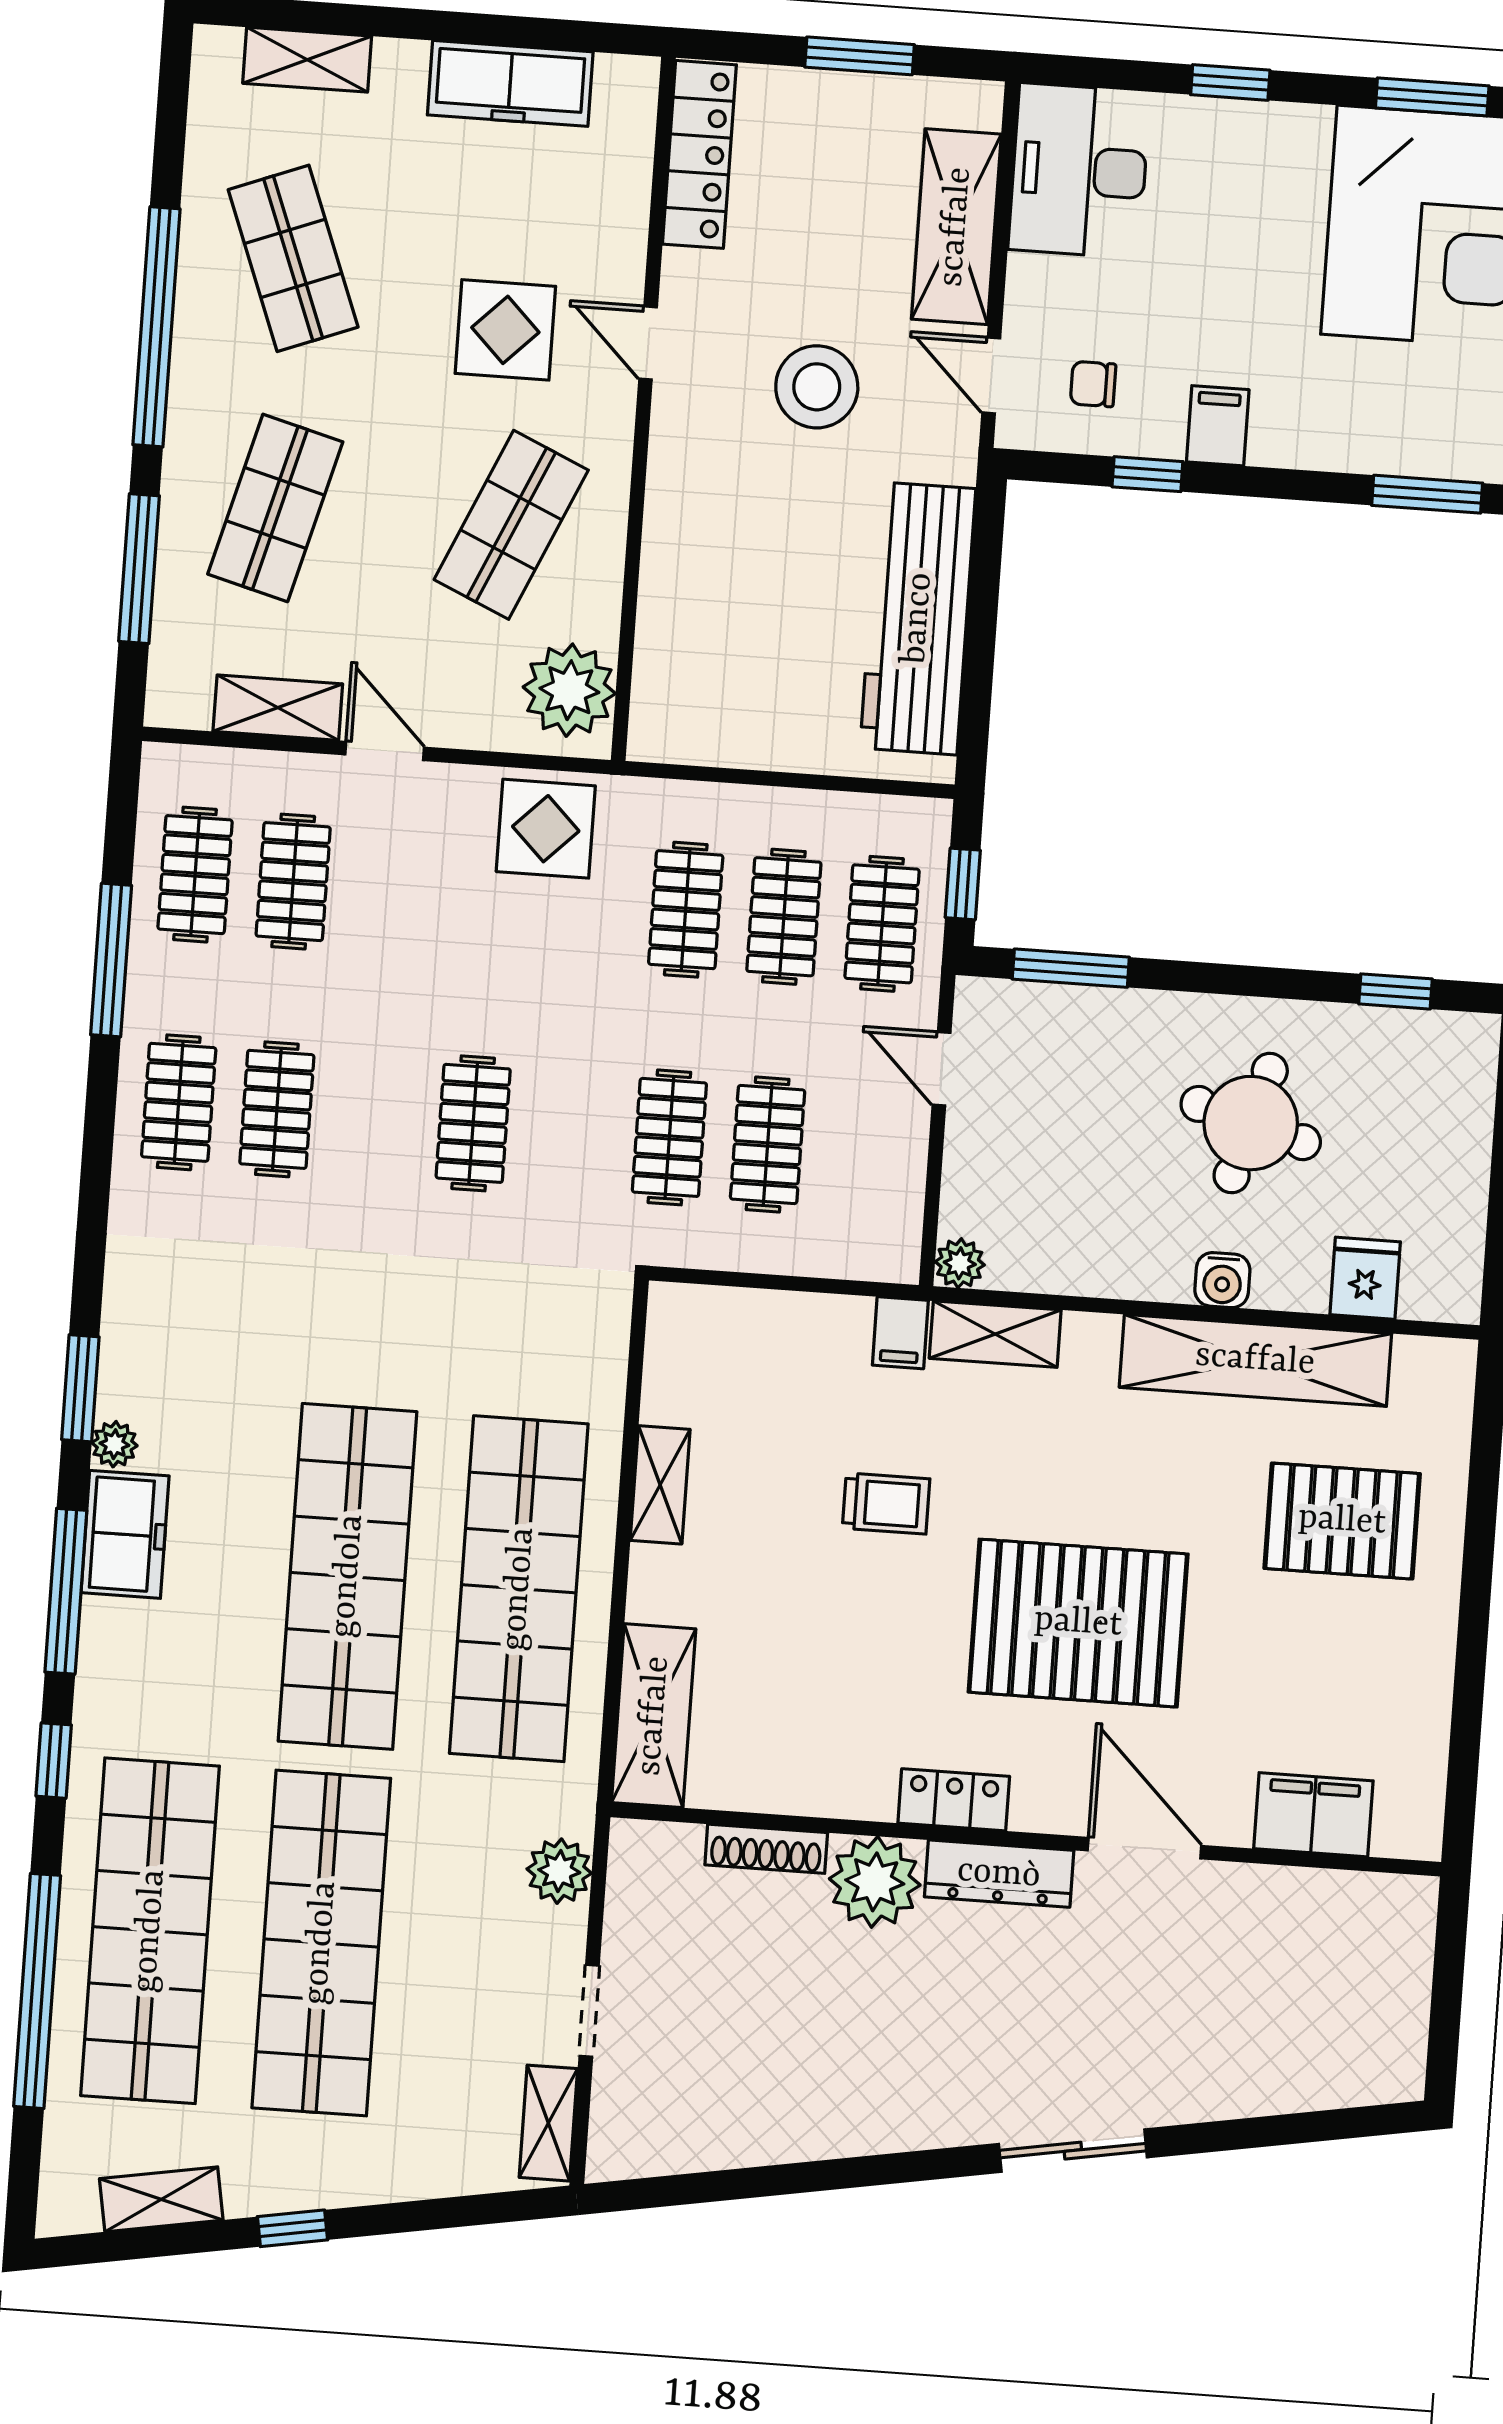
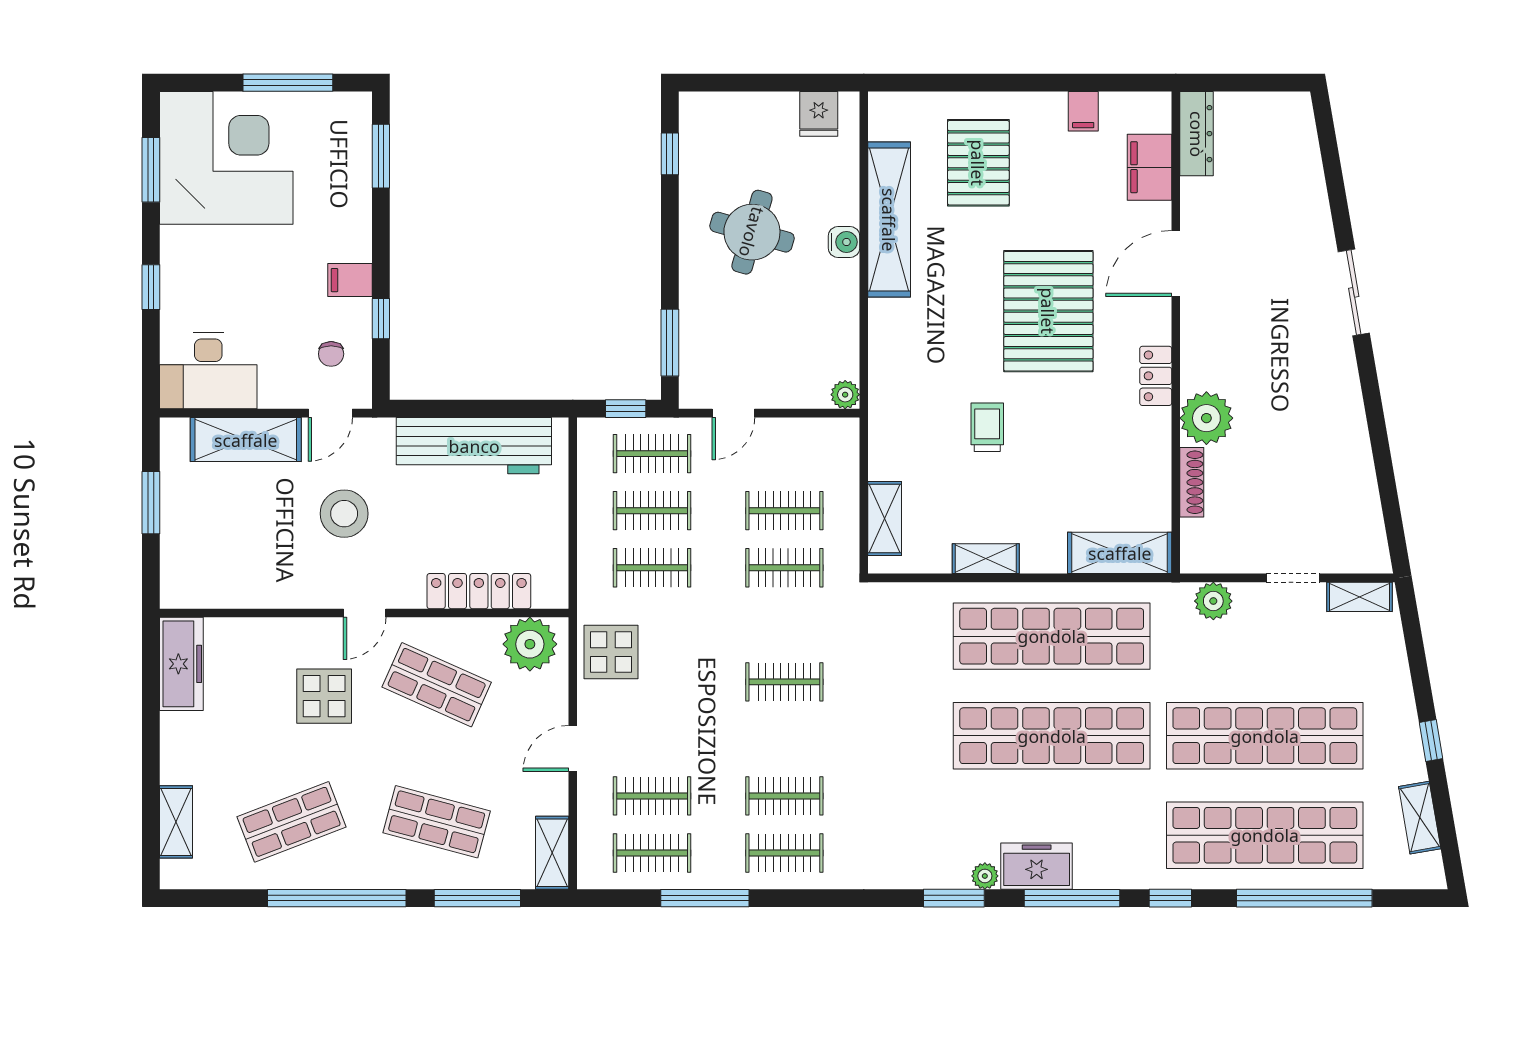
freezer: (510, 83) -> (181, 664), moved
locker: (699, 154) -> (479, 591), moved
door: (648, 343) -> (365, 613), moved
shelving: (278, 708) -> (552, 853), moved
fridge: (1365, 1278) -> (819, 114), moved, turned -90
filing cabinet: (900, 1333) -> (1083, 111), moved, turned 90
shelving: (995, 1334) -> (885, 519), moved
dresser: (999, 1874) -> (1197, 134), moved

